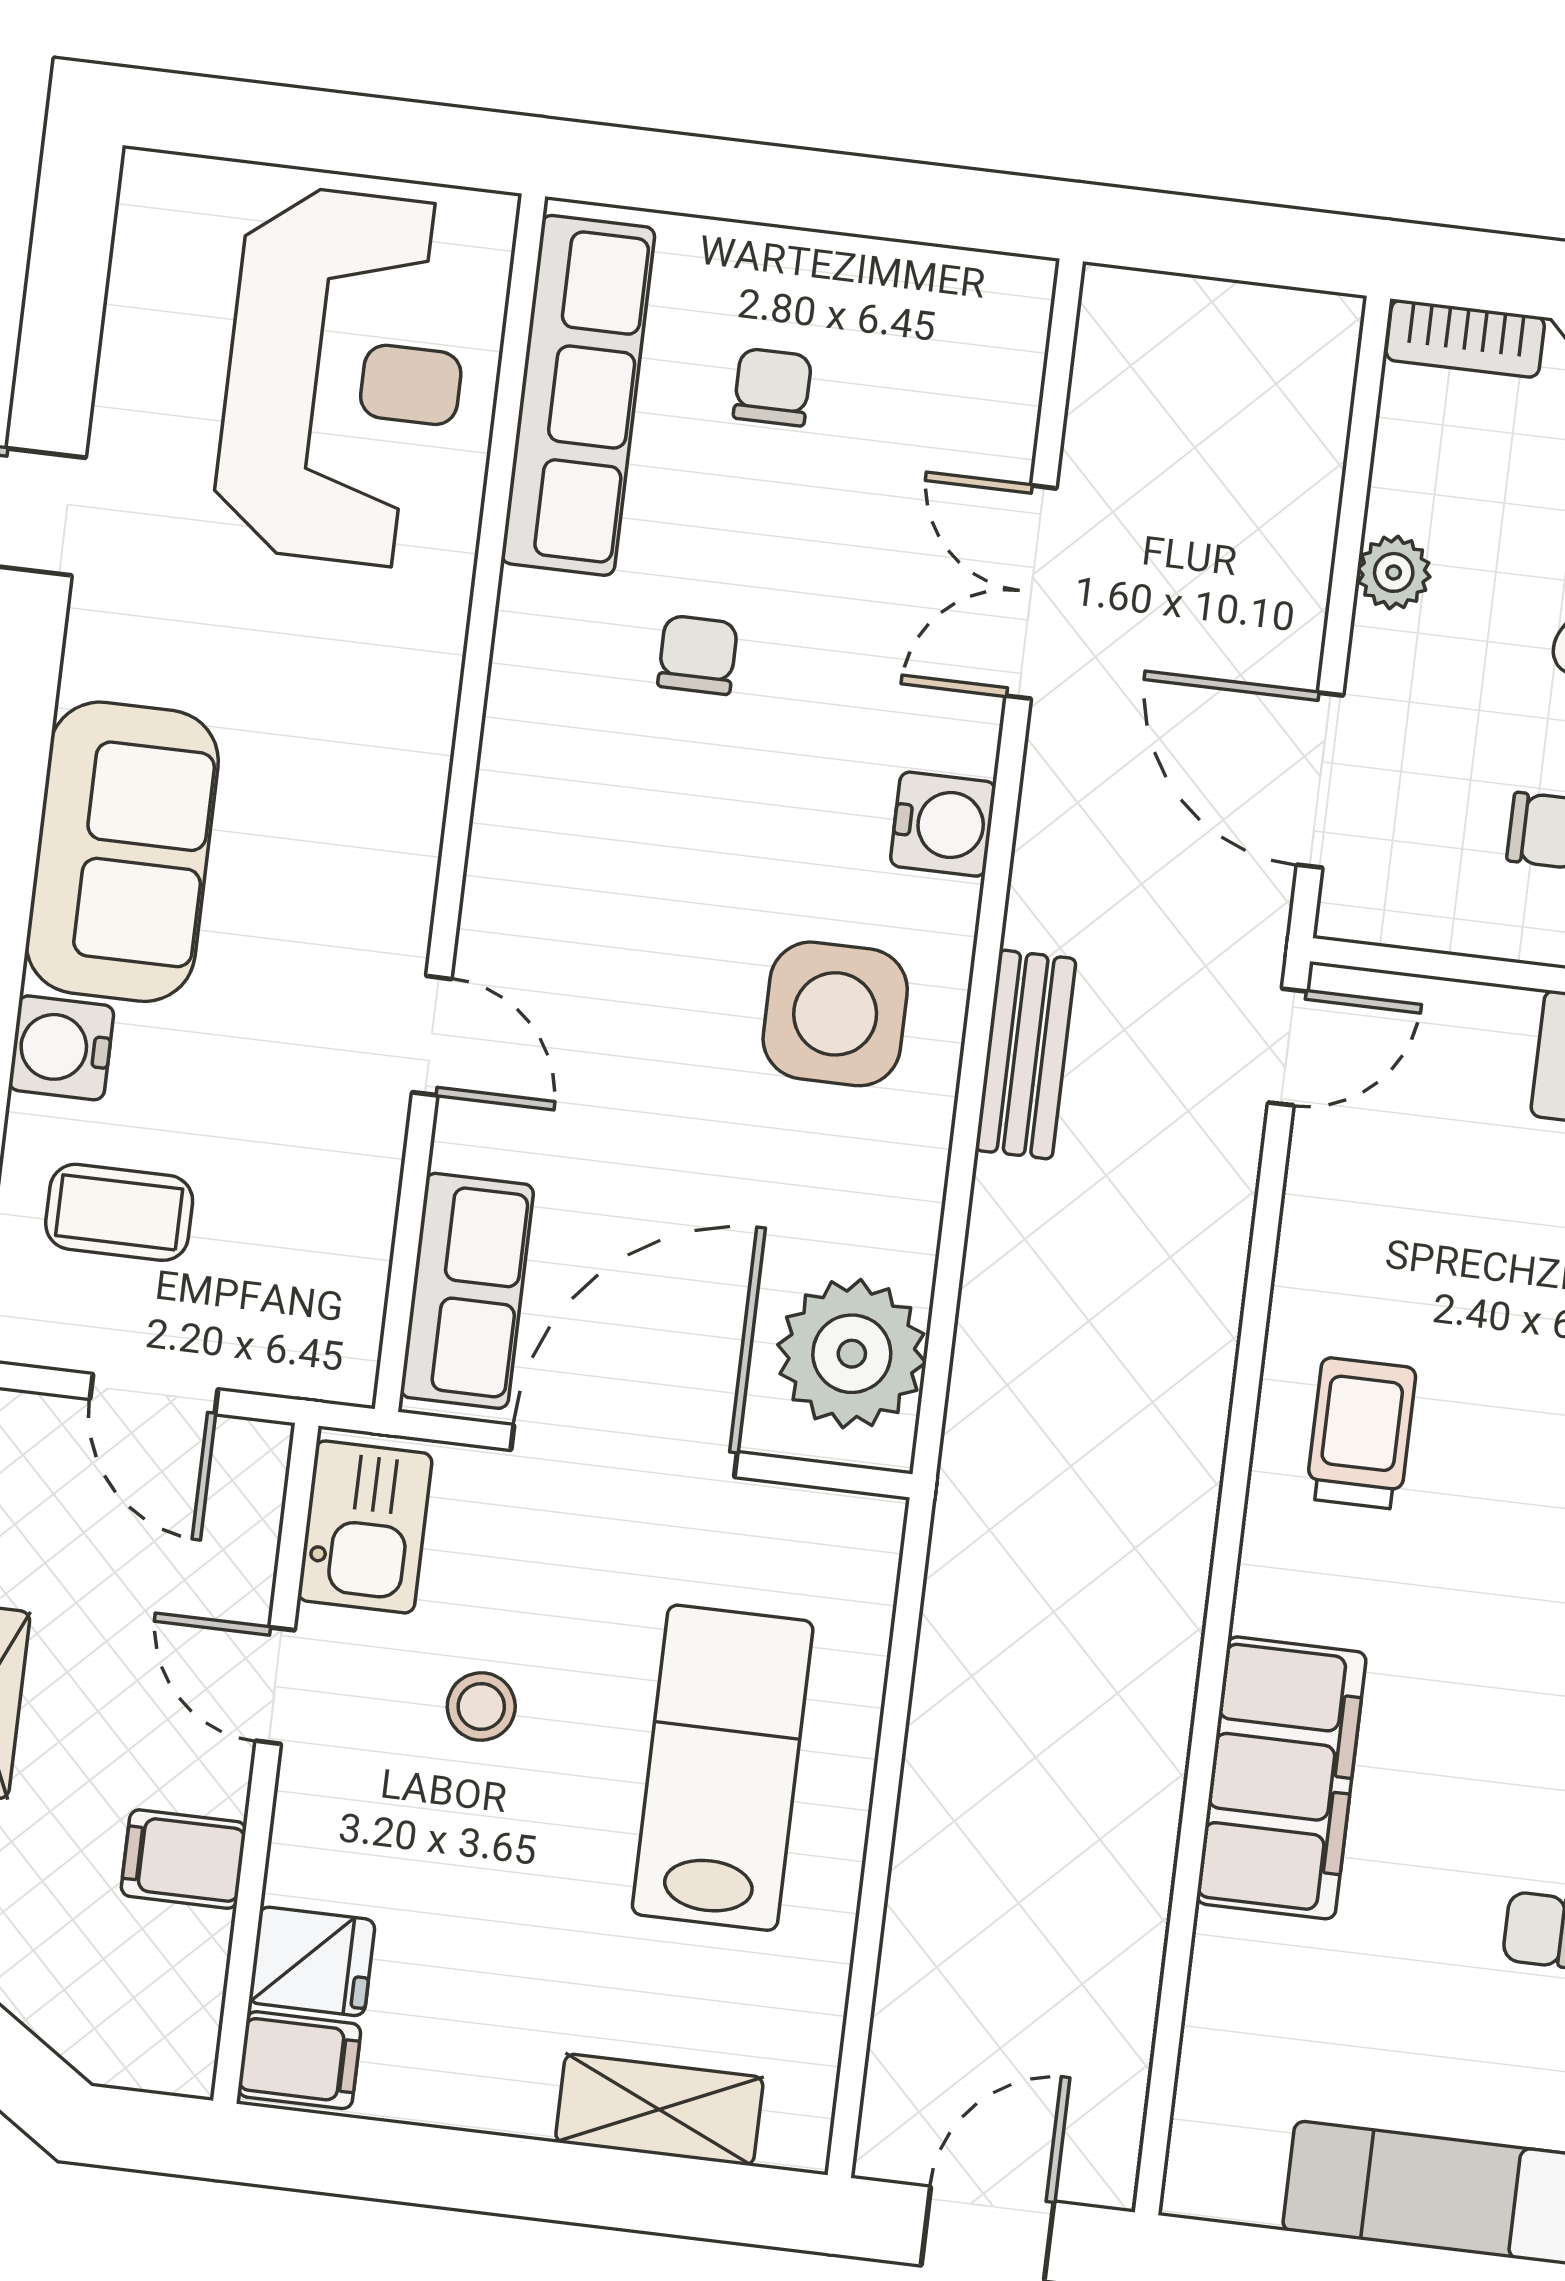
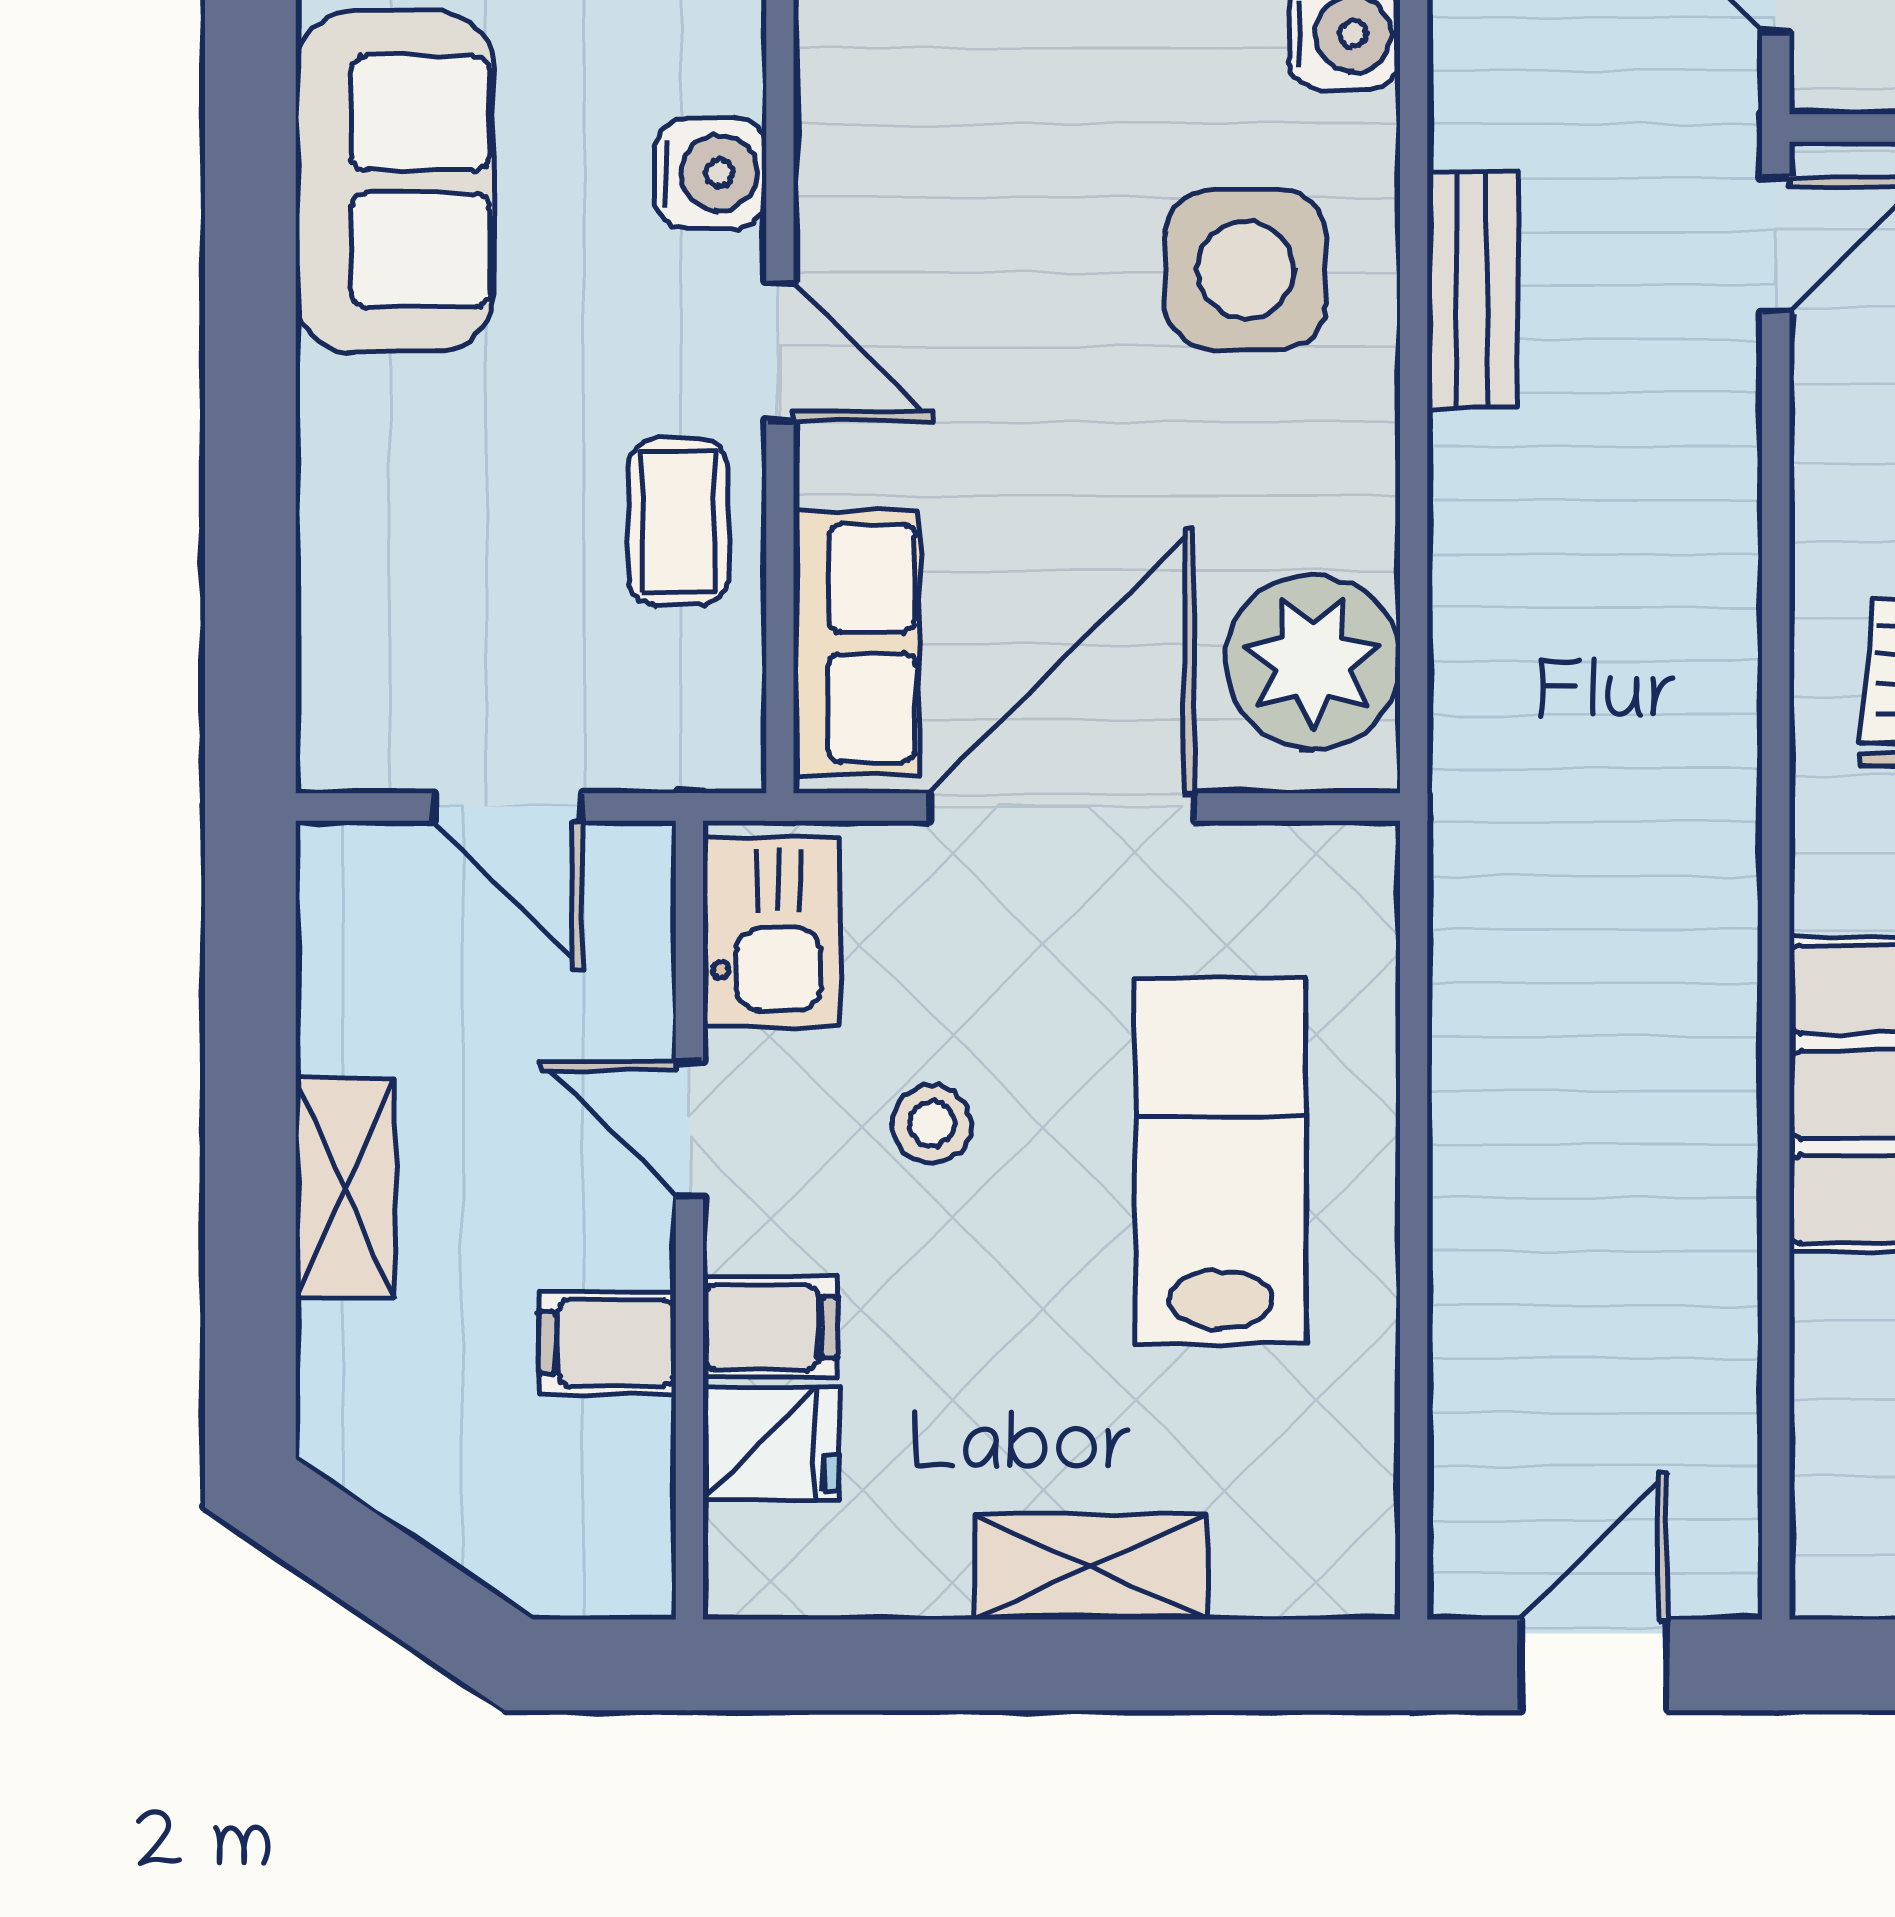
water cooler: (61, 1048) -> (710, 173), moved, turned 180
coffee table: (119, 1212) -> (678, 522), moved, turned 90
filing cabinet: (299, 2060) -> (770, 1327), moved
shelving: (659, 2110) -> (1091, 1567), moved

